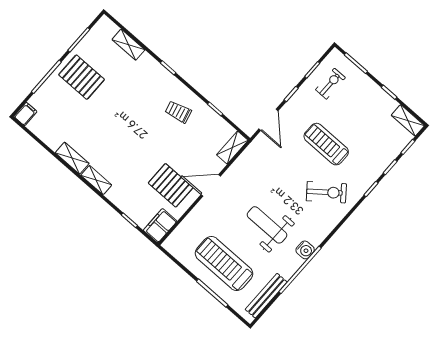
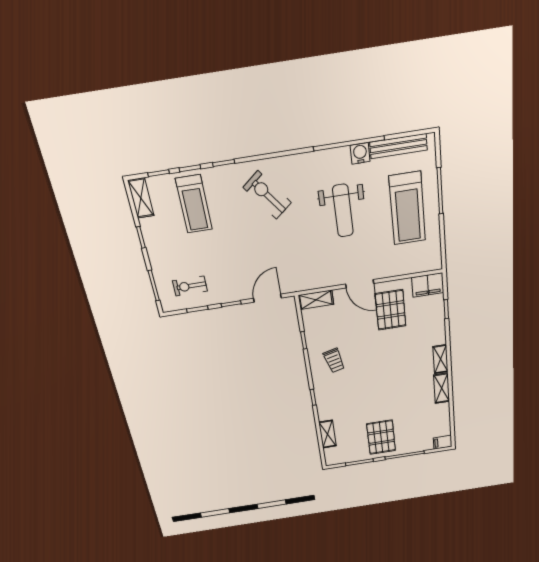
treadmill: (326, 144) -> (194, 204), moved
water cooler: (305, 250) -> (360, 153), moved

